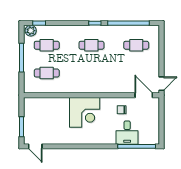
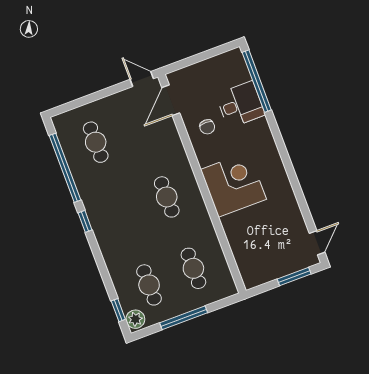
cafe table: (91, 45) -> (167, 197), moved

